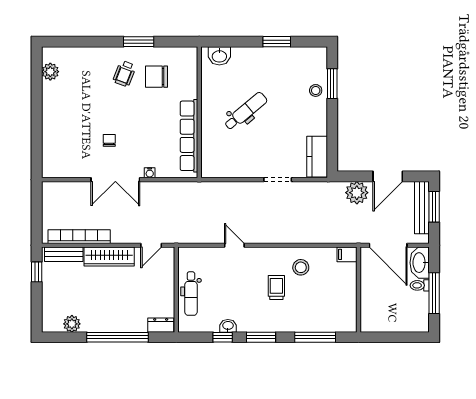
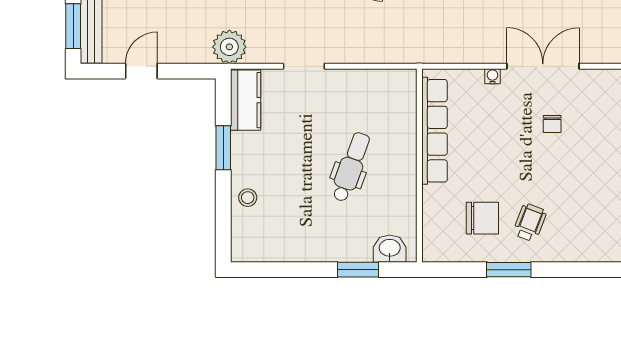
window: (277, 42) -> (358, 270), moved
window: (332, 84) -> (223, 148), moved
dental chair: (246, 111) -> (351, 167), turned 150
door: (388, 176) -> (141, 71), width x0.73
plant: (357, 193) -> (229, 47), moved

